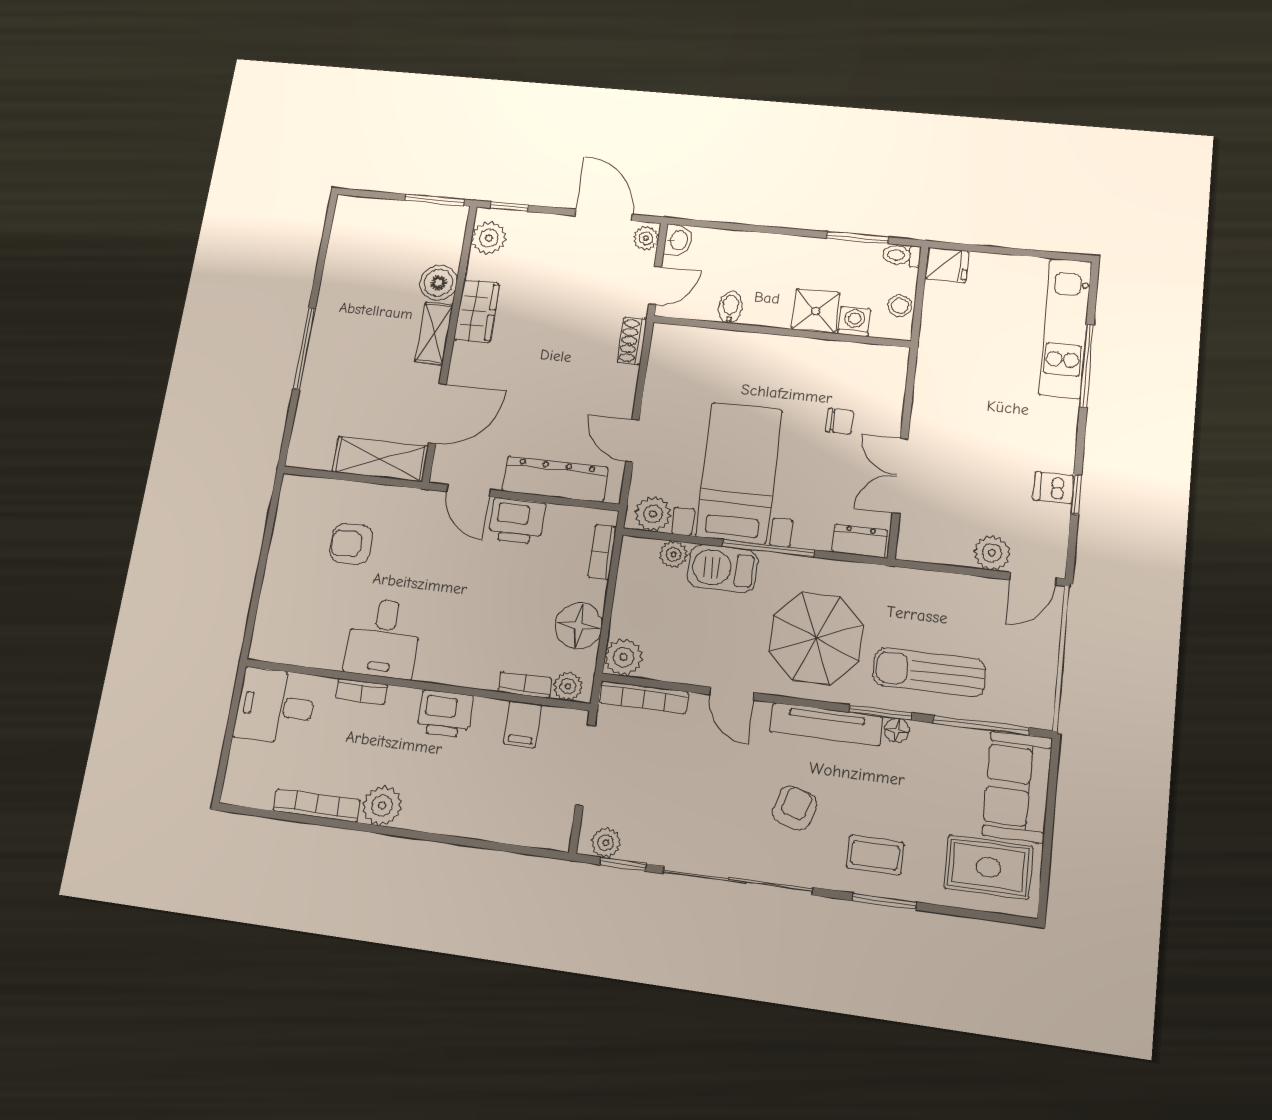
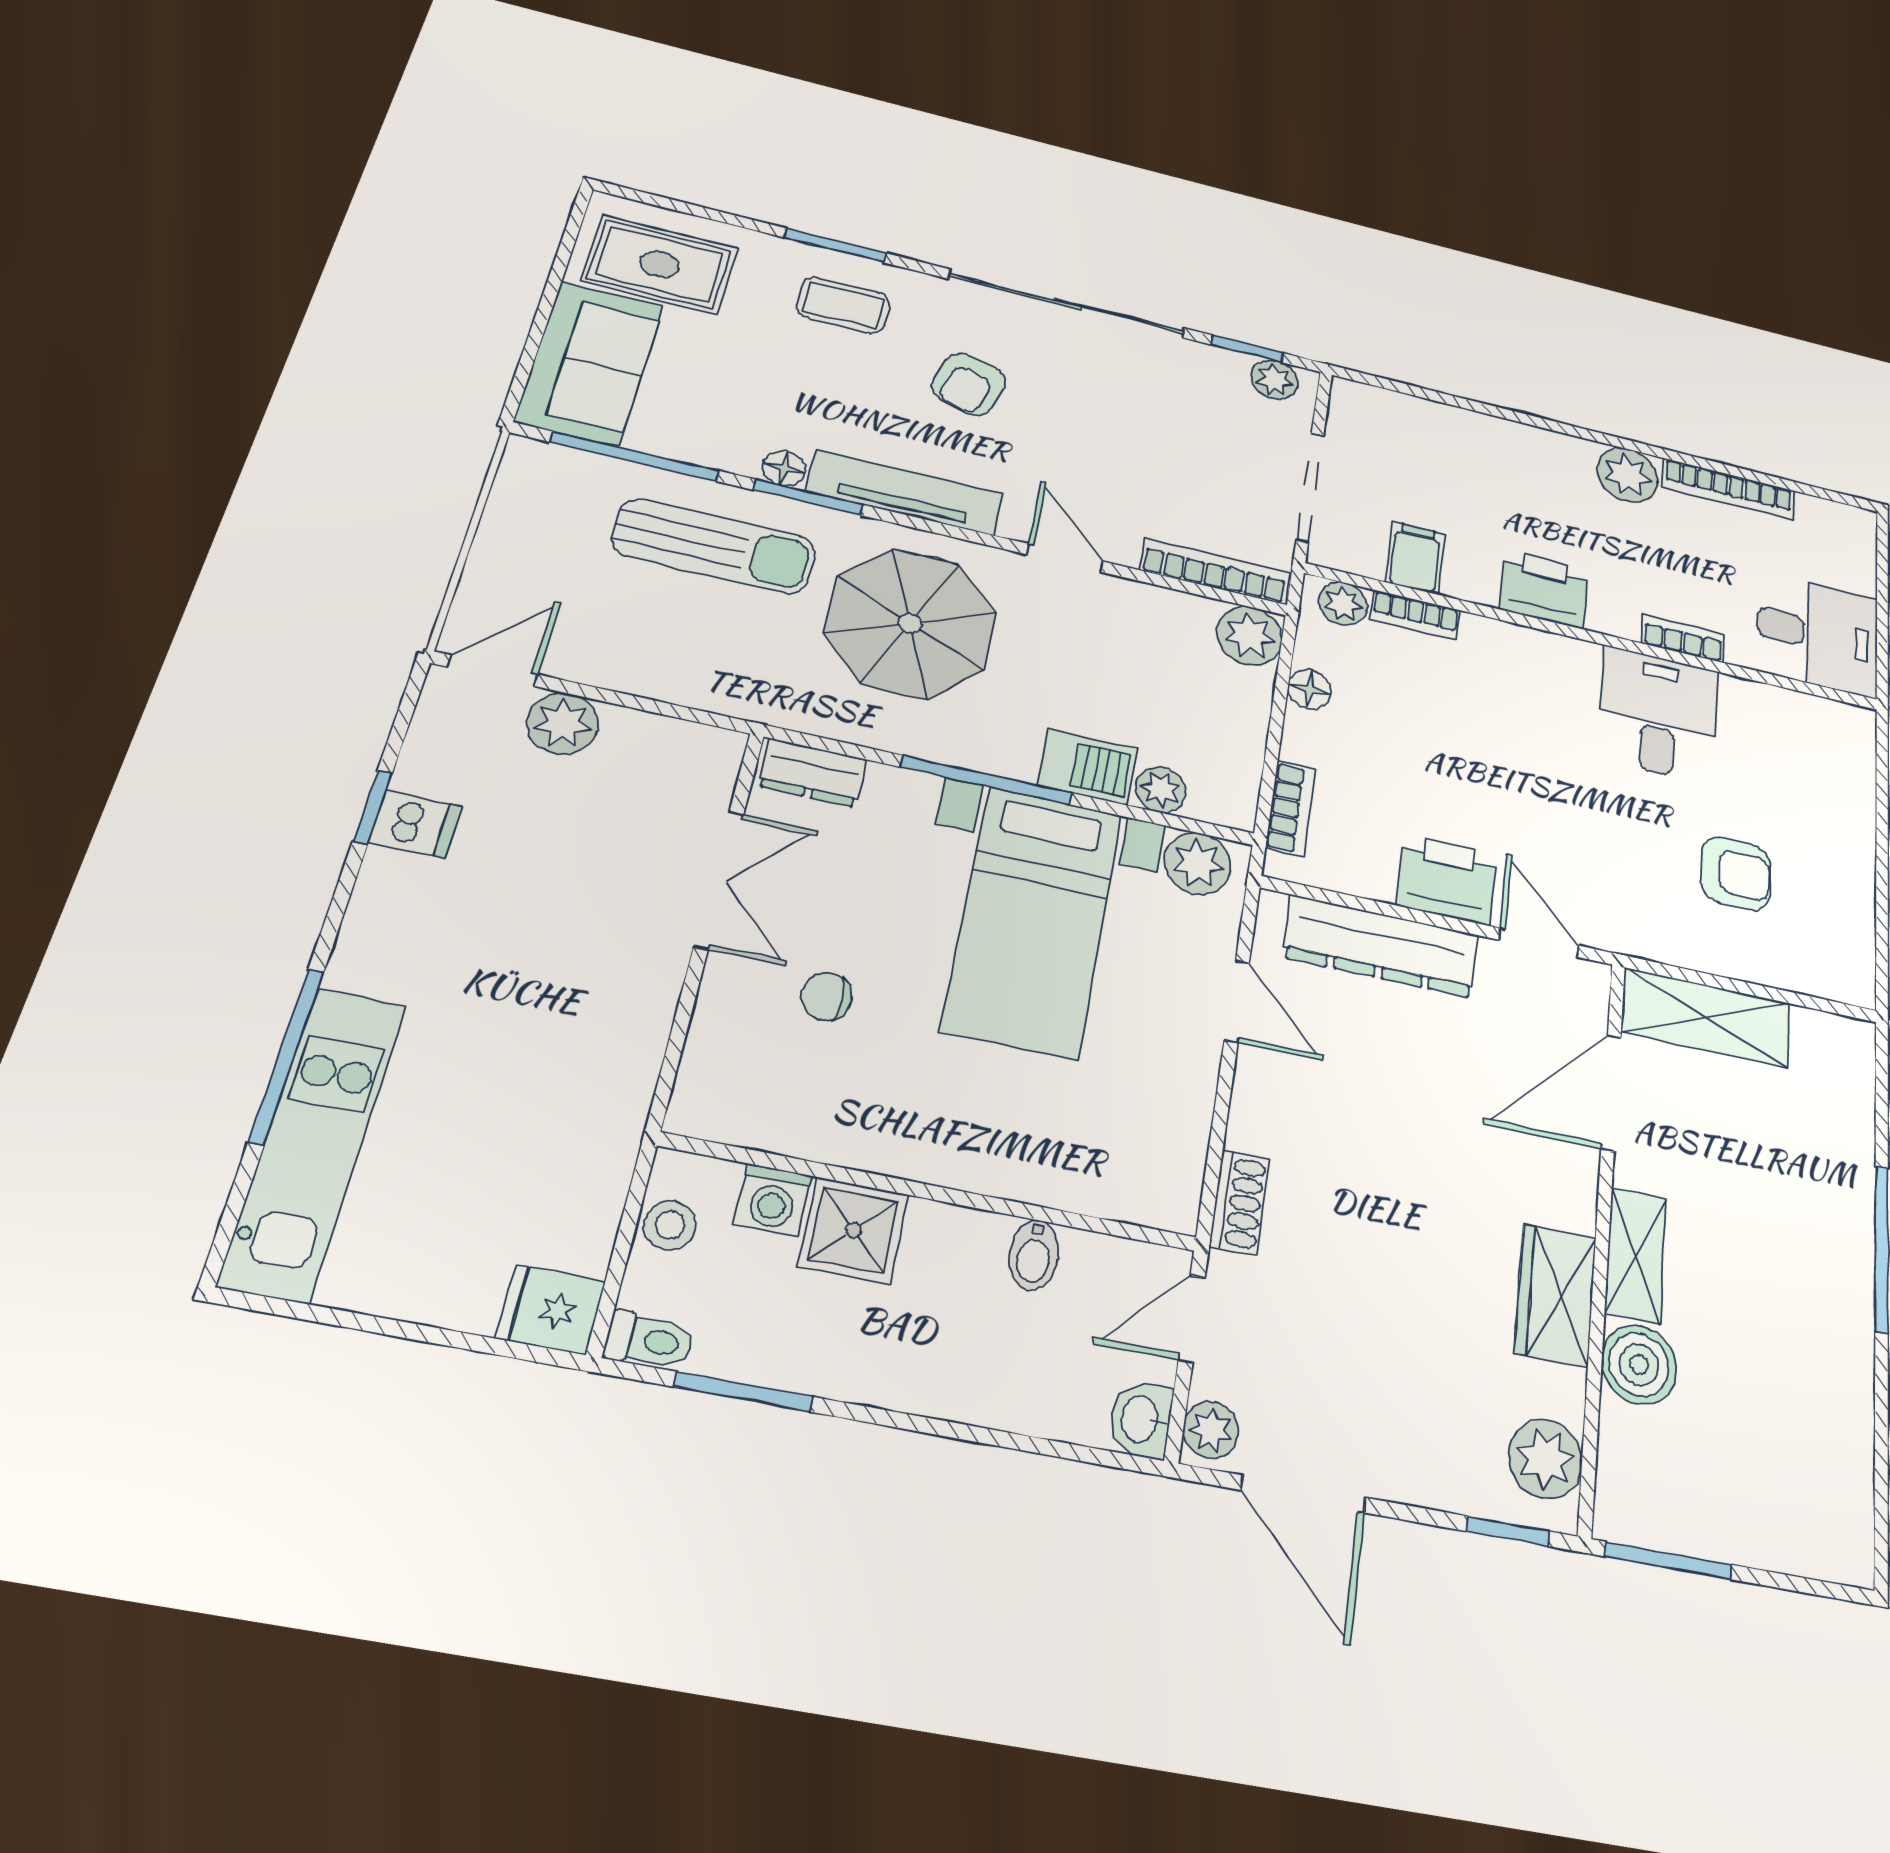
barbecue: (722, 568) -> (1087, 767), width x0.73, depth x0.79
floor lamp: (579, 626) -> (1309, 689), width x0.53, depth x0.53

